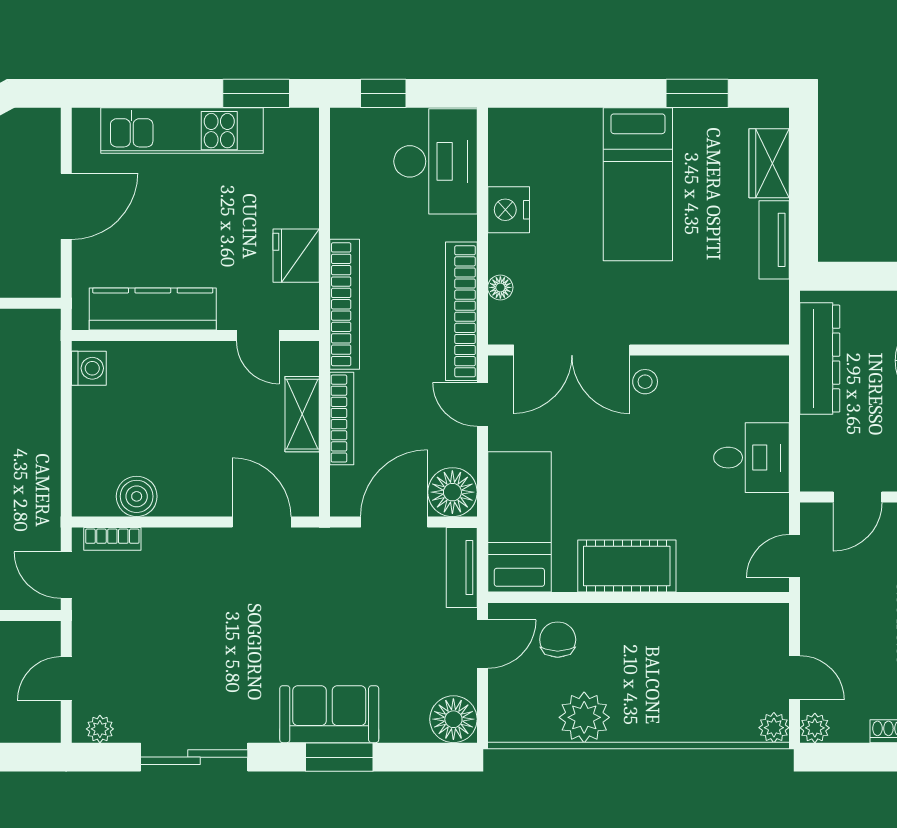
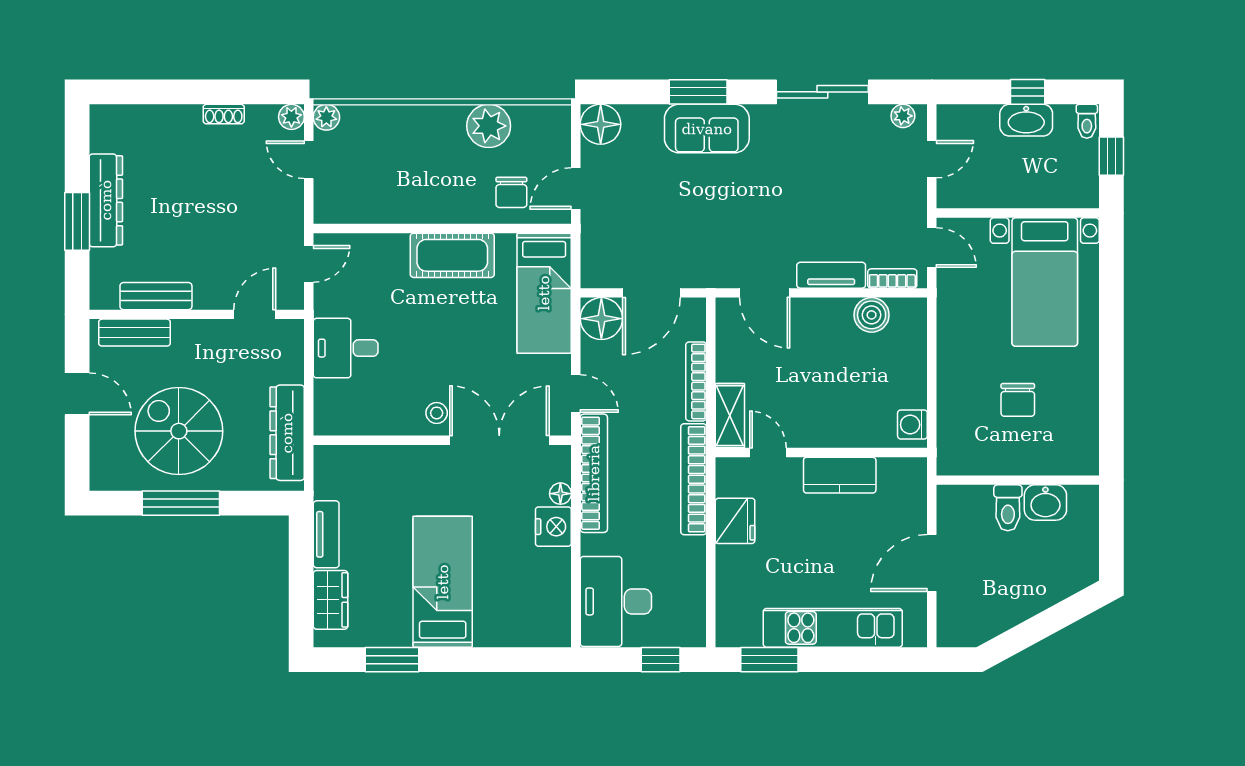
nightstand: (509, 210) -> (553, 527), moved
kitchen counter: (153, 309) -> (840, 475), width x0.67
shelving: (302, 414) -> (730, 416), moved
tv unit: (462, 567) -> (831, 275), moved, turned -90

